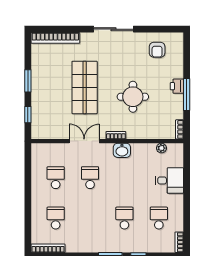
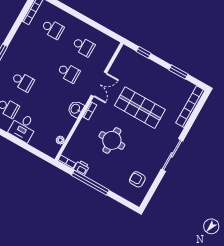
window: (28, 81) -> (178, 72), moved
printer: (177, 86) -> (82, 168), moved
window: (187, 94) -> (90, 183), width x1.46
desk: (170, 180) -> (23, 127), moved

